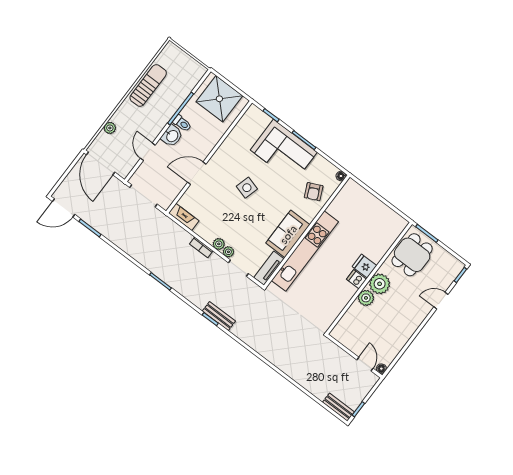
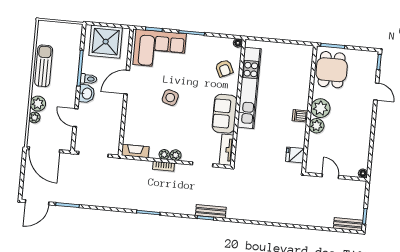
plant: (121, 117) -> (38, 104), added
corner sofa: (284, 151) -> (160, 49), moved
door: (197, 173) -> (127, 82), moved
kitchen unit: (305, 251) -> (249, 88), moved
plant: (228, 252) -> (164, 154), moved
fridge: (364, 266) -> (295, 155), moved
door: (441, 301) -> (376, 92), swing flipped
door: (365, 364) -> (330, 176), moved

